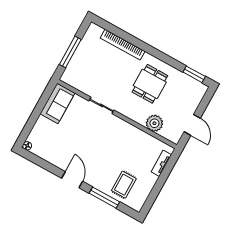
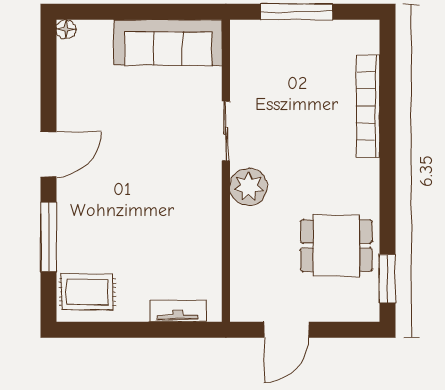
dining table: (150, 84) -> (336, 246), moved
sofa: (58, 103) -> (168, 43), width x1.36
plant: (154, 123) -> (249, 187), moved
rug: (124, 185) -> (87, 292), moved

